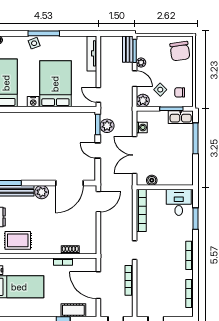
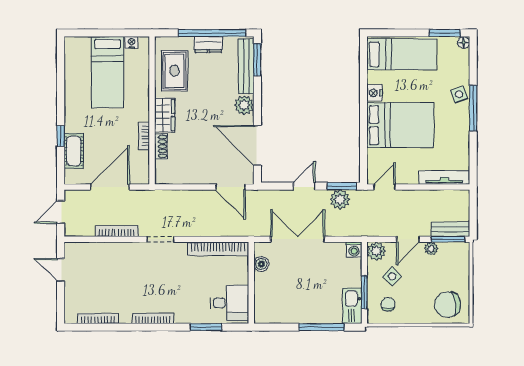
washing machine: (142, 127) -> (354, 250), moved
wardrobe: (48, 247) -> (165, 115), added

